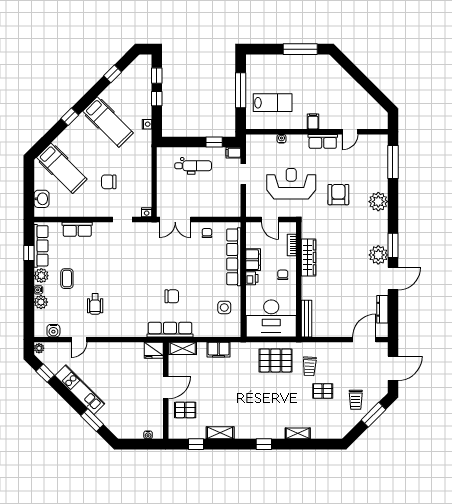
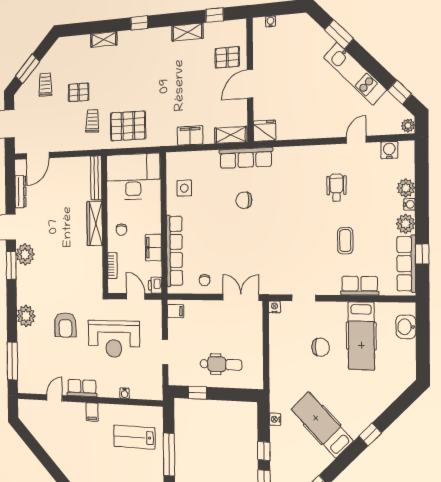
filing cabinet: (233, 153) -> (175, 311), moved
dental chair: (193, 166) -> (221, 364), turned 180
hospital bed: (62, 168) -> (361, 336), moved, turned -135
wardrobe: (308, 257) -> (95, 223), moved
printer: (252, 278) -> (155, 285), moved
coffee table: (67, 279) -> (345, 241), moved

